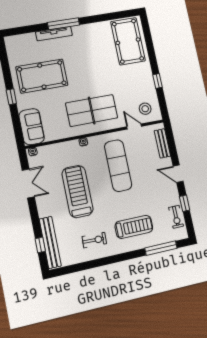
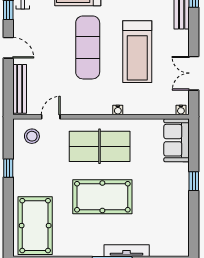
pool table: (42, 76) -> (102, 197), moved
door: (134, 126) -> (51, 117), swing flipped
bench: (162, 143) -> (20, 89), width x1.36
exercise mat: (118, 166) -> (88, 47), moved

